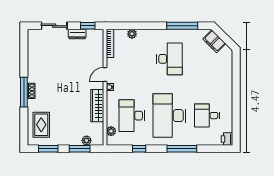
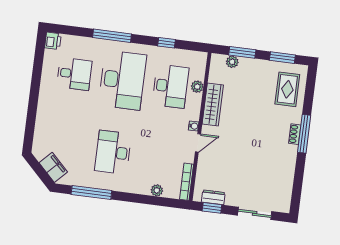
dresser: (77, 34) -> (213, 197), moved
plant: (111, 131) -> (197, 87), moved

